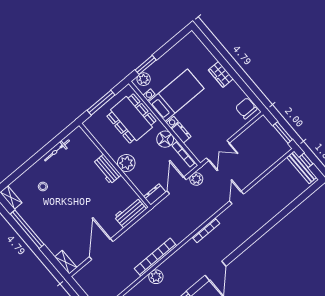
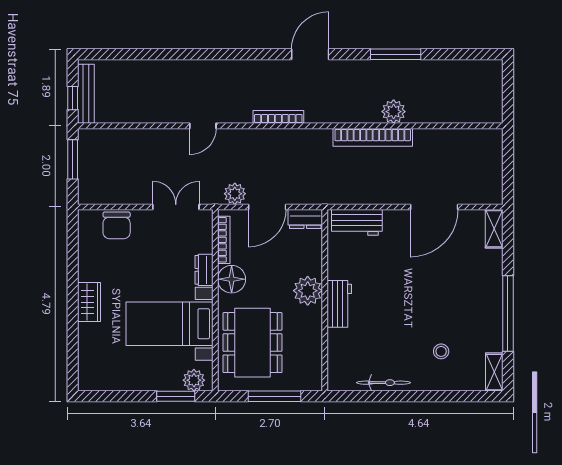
chair: (246, 108) -> (117, 225), moved

